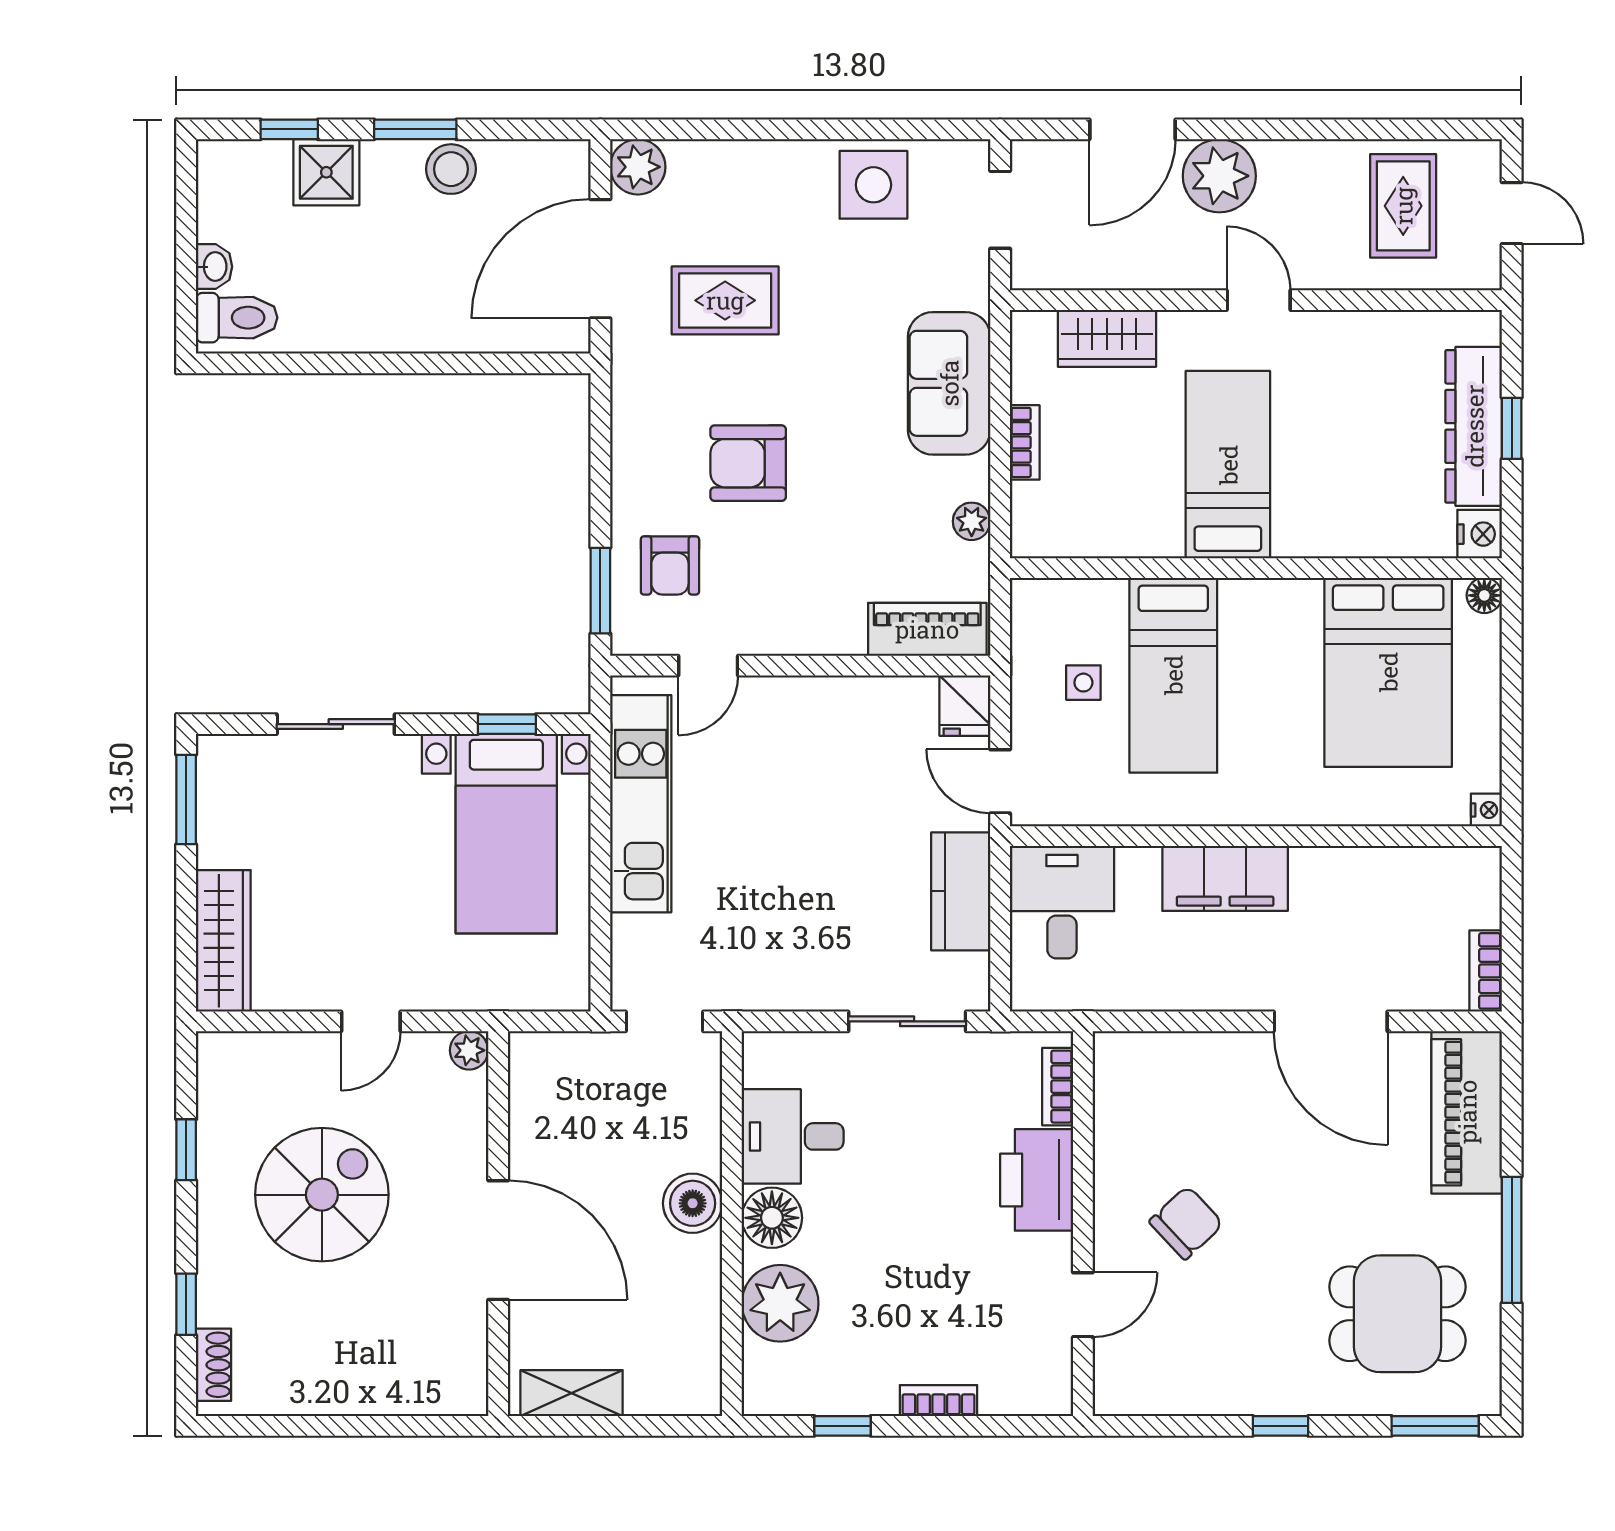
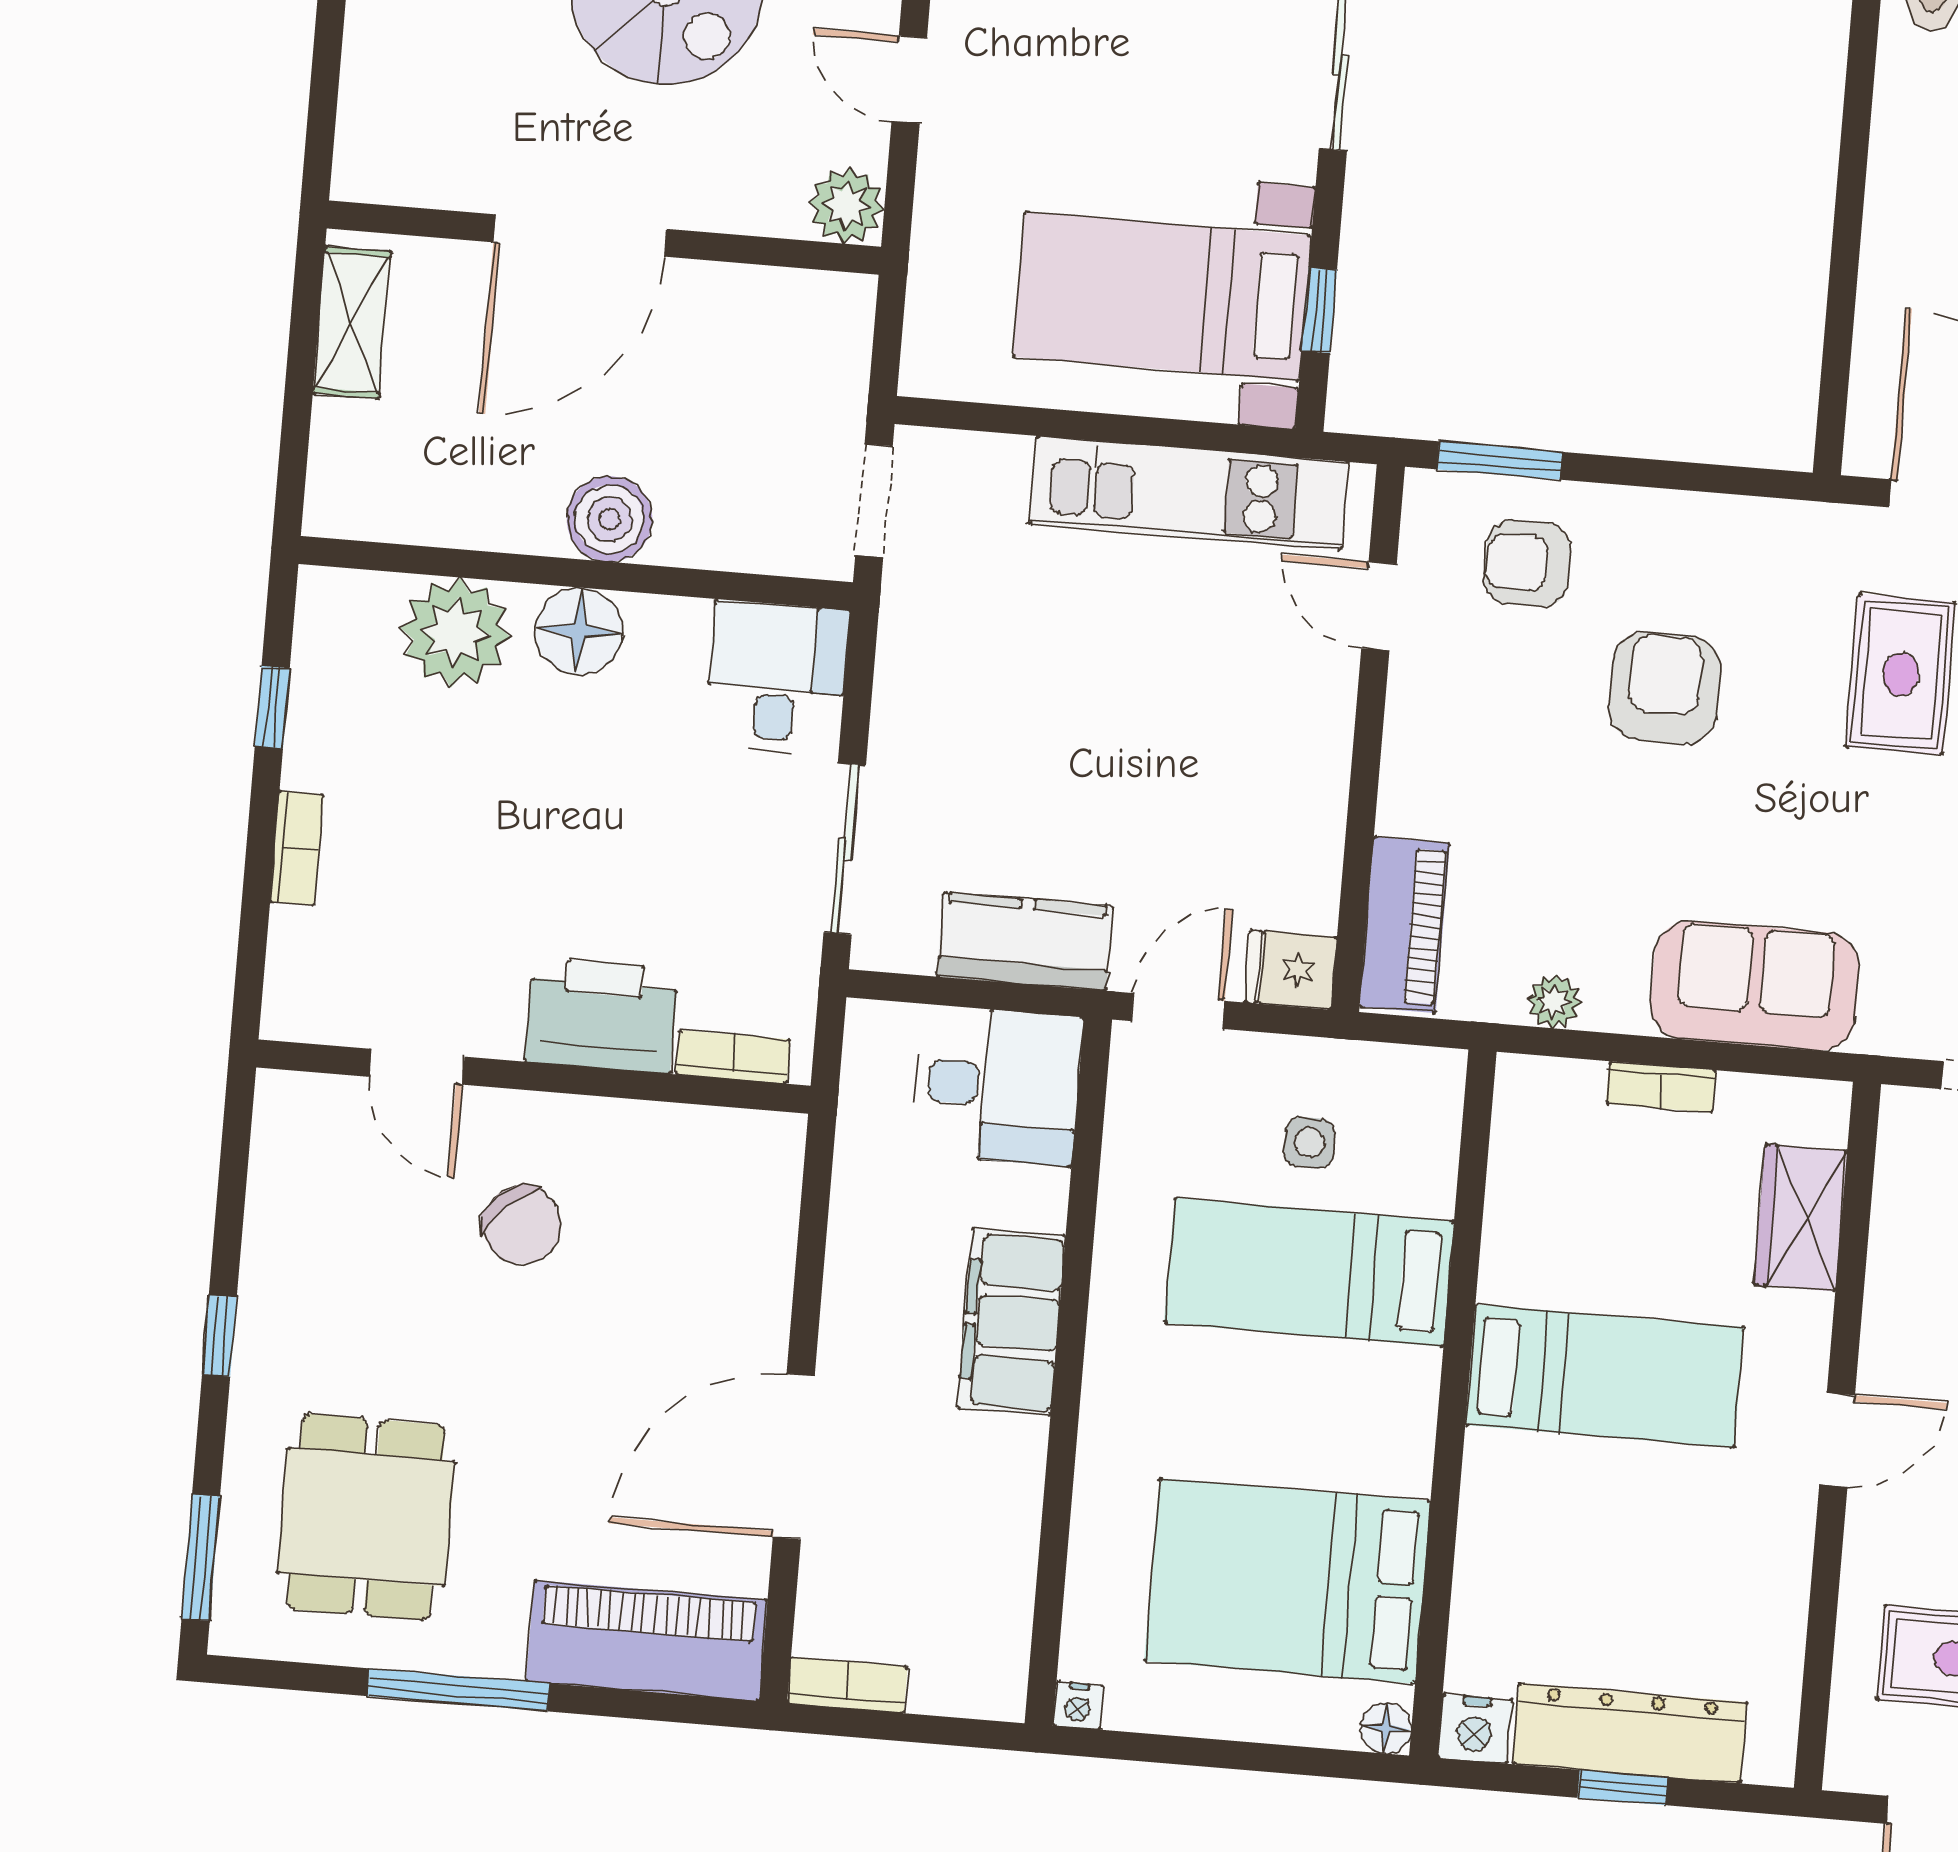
plant: (469, 1050) -> (846, 206), width x1.38, depth x1.38
desk: (793, 1136) -> (777, 678), moved

